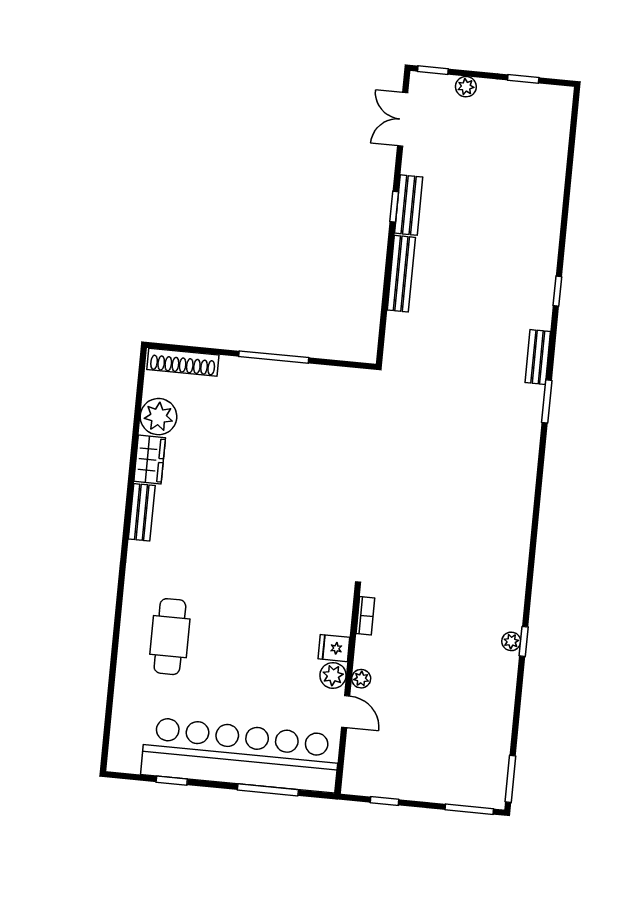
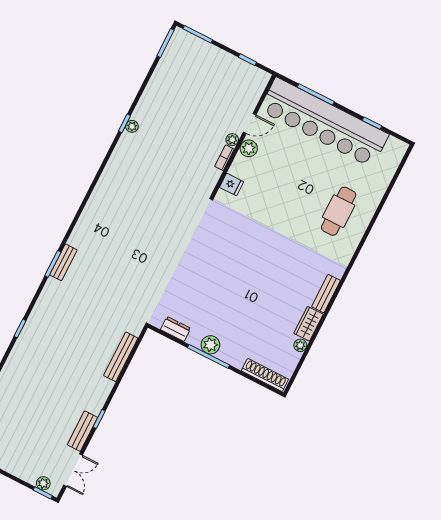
plant: (466, 87) -> (43, 483), moved
bench: (409, 205) -> (82, 431), moved
bench: (401, 274) -> (121, 357), moved
bench: (538, 357) -> (63, 262), moved
plant: (277, 375) -> (210, 345), added
dresser: (336, 378) -> (176, 329), added
plant: (158, 417) -> (300, 345), width x0.53, depth x0.53
bookcase: (365, 616) -> (224, 158), moved
fridge: (334, 648) -> (232, 184), moved
door: (346, 712) -> (250, 123), swing flipped

